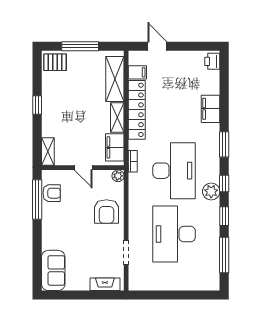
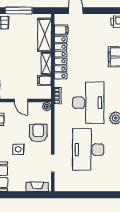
filing cabinet: (115, 147) -> (44, 80), width x0.50
armchair: (106, 212) -> (38, 133), turned 180
side table: (79, 234) -> (18, 149), added

